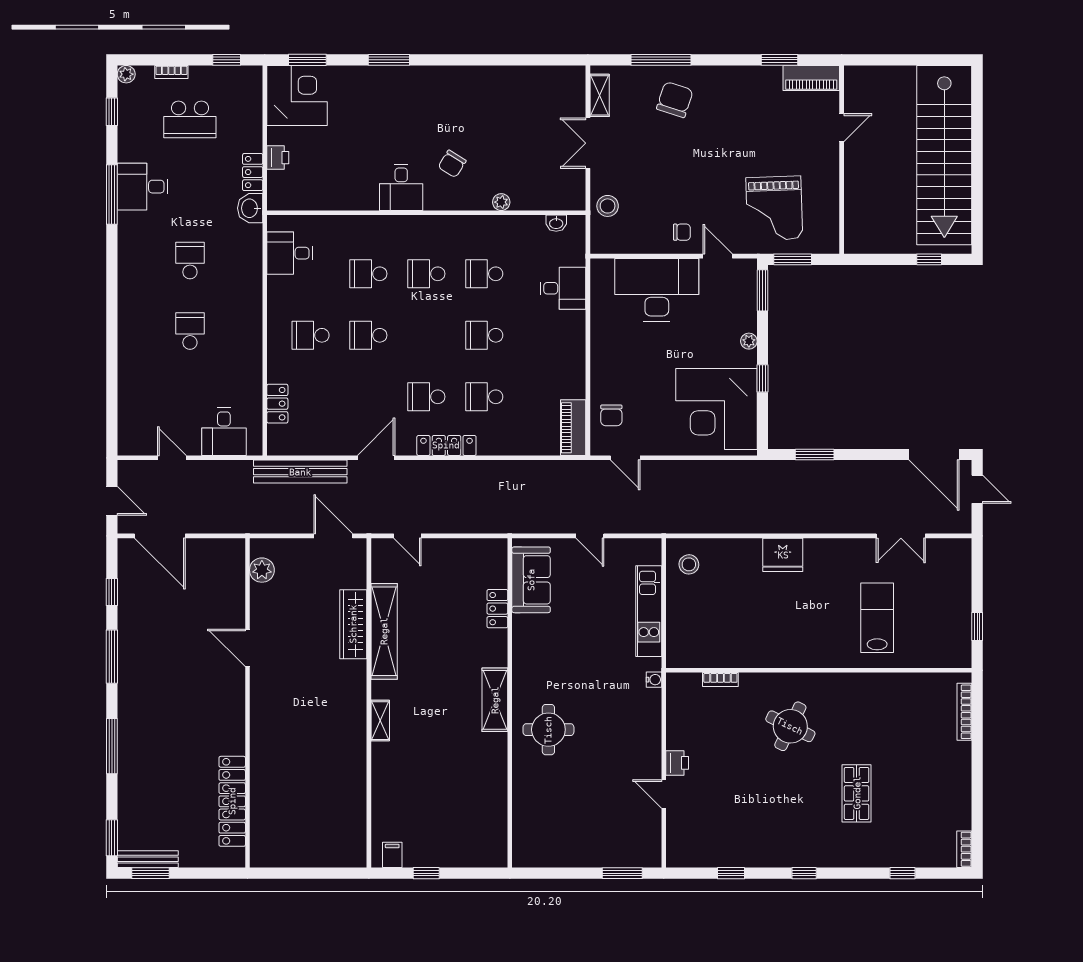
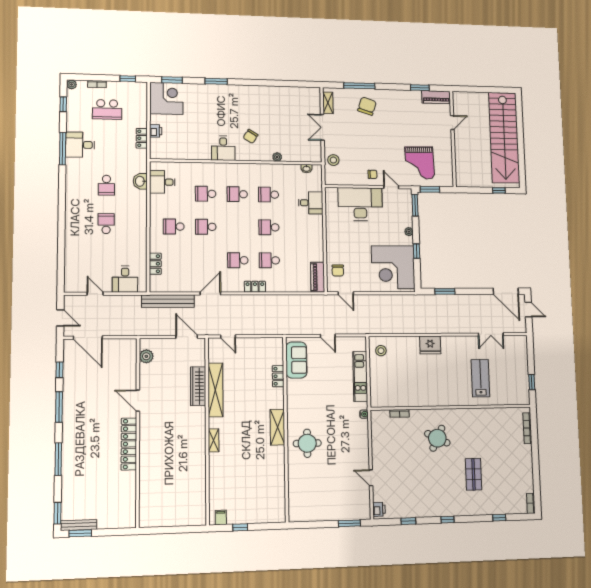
washbasin: (250, 208) -> (140, 181), moved
school desk: (190, 260) -> (106, 185), turned 180
locker: (446, 445) -> (255, 287), width x0.66
printer: (677, 763) -> (379, 509), moved
locker: (232, 801) -> (129, 444), moved

